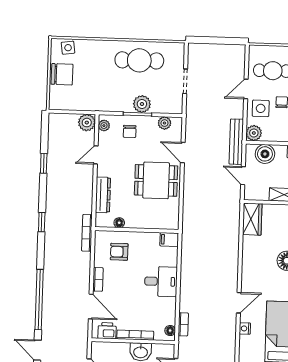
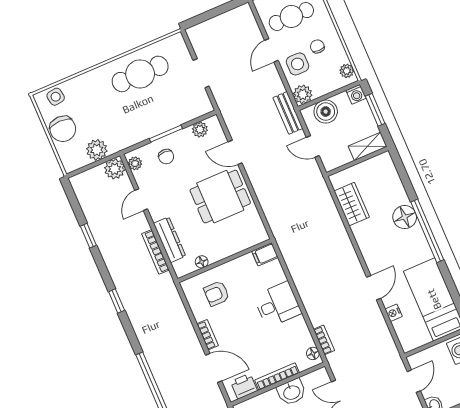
chair: (62, 74) -> (63, 129), turned 90
plant: (142, 104) -> (97, 150), moved
bench: (236, 142) -> (288, 113), width x0.73
wardrobe: (252, 219) -> (352, 204), moved
bookcase: (87, 233) -> (155, 252), moved

